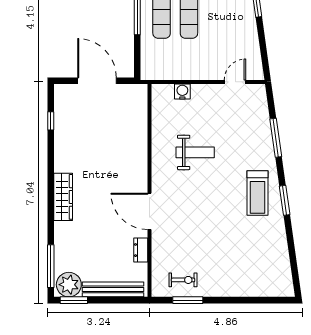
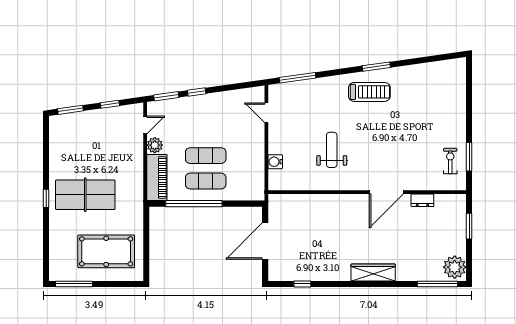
window: (276, 138) -> (298, 78), moved
bench: (113, 289) -> (459, 226), removed
window: (74, 300) -> (469, 226), moved

